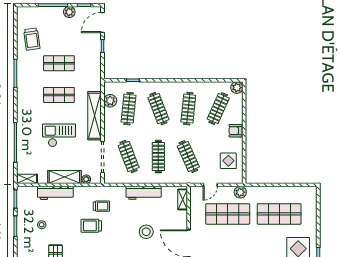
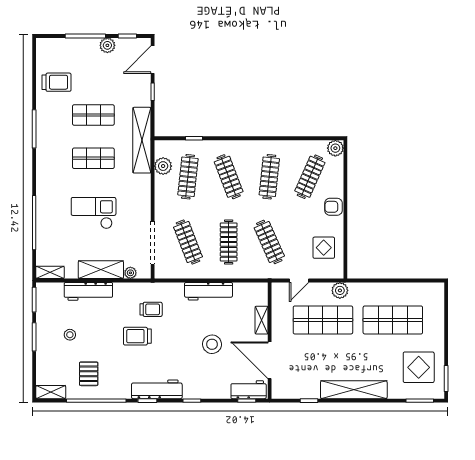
trolley: (32, 39) -> (56, 82), turned -82
shelving: (95, 116) -> (142, 140), moved
shelving: (183, 199) -> (262, 320), moved

